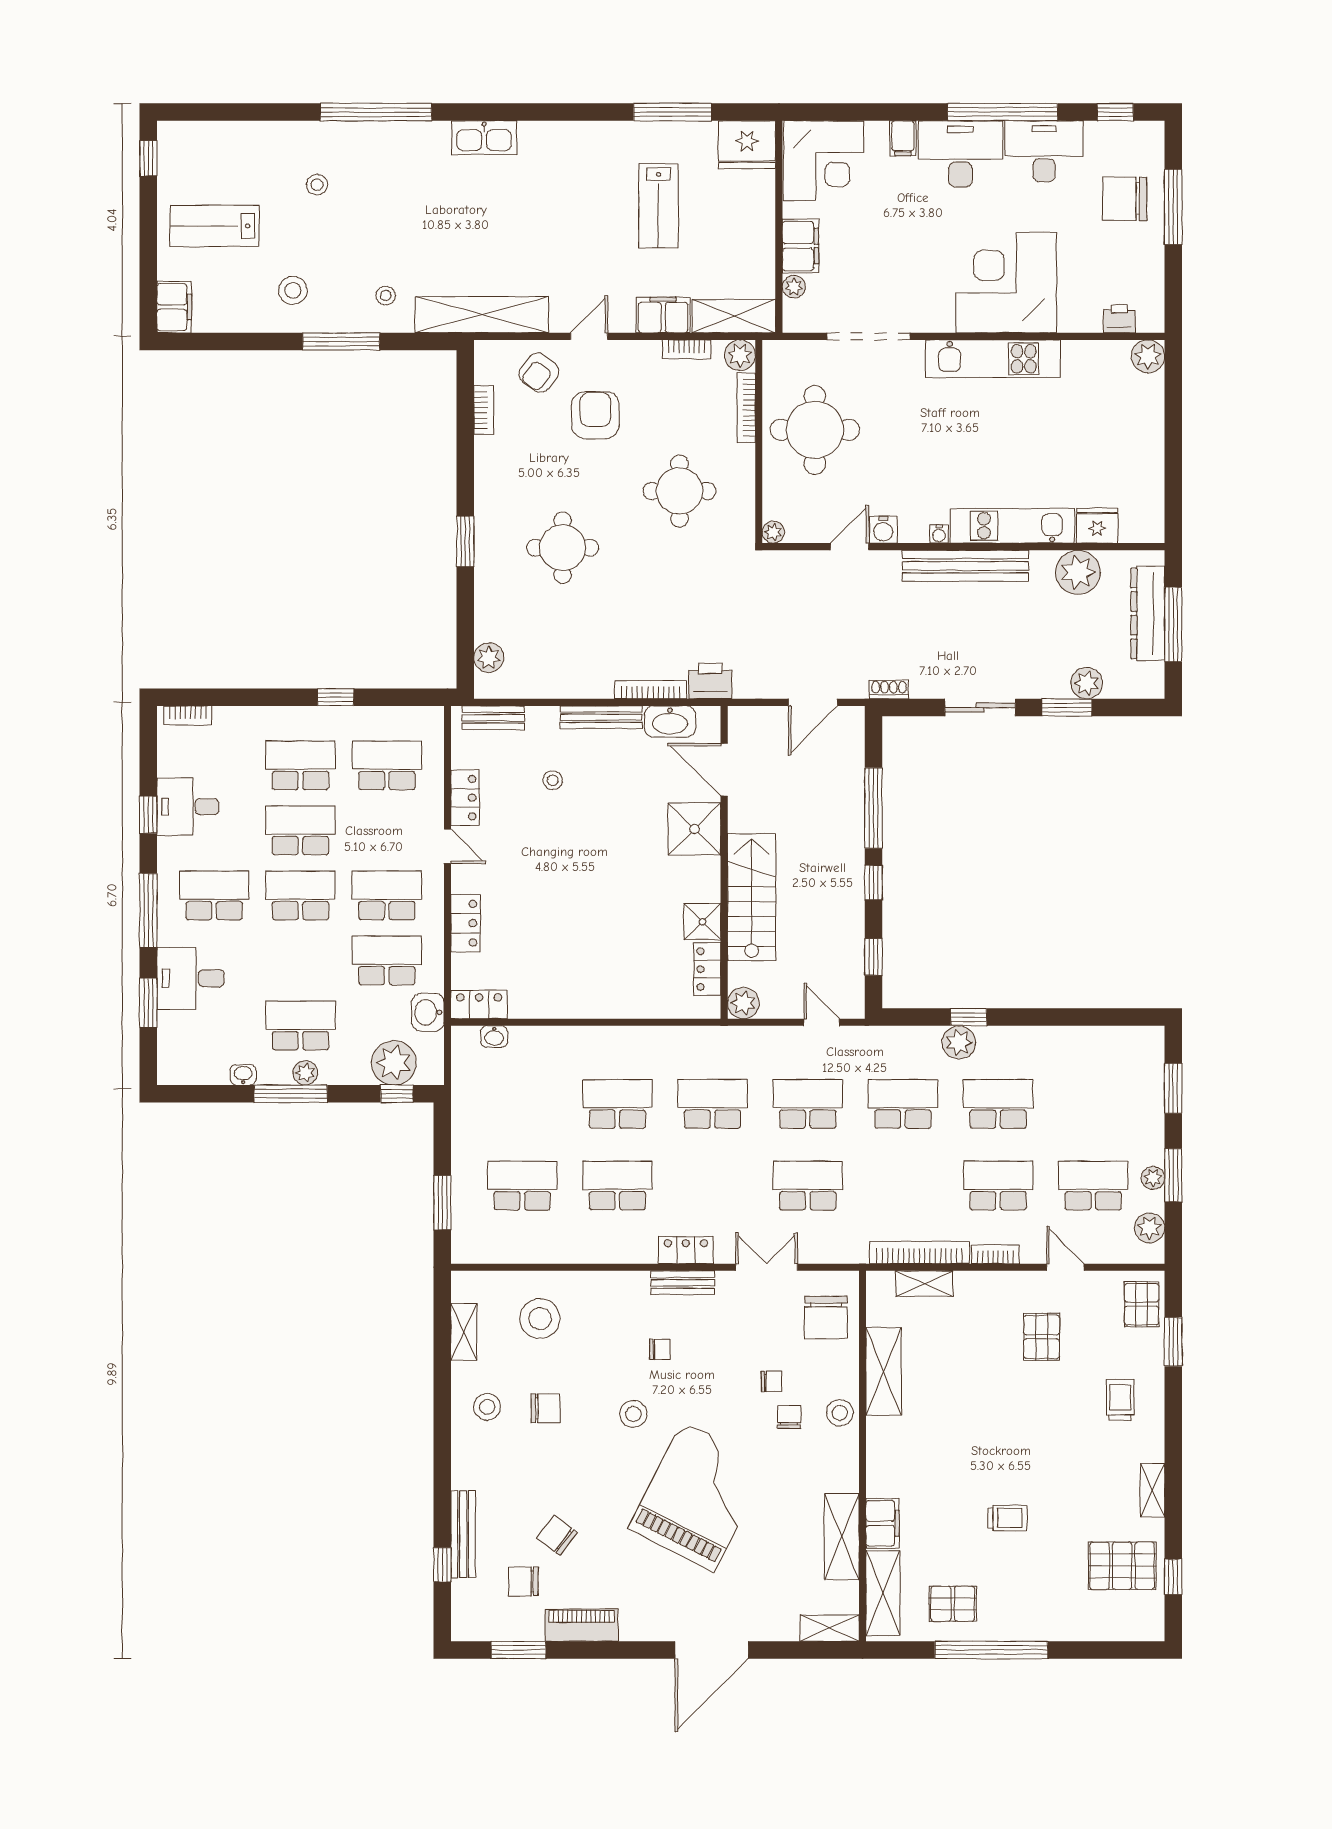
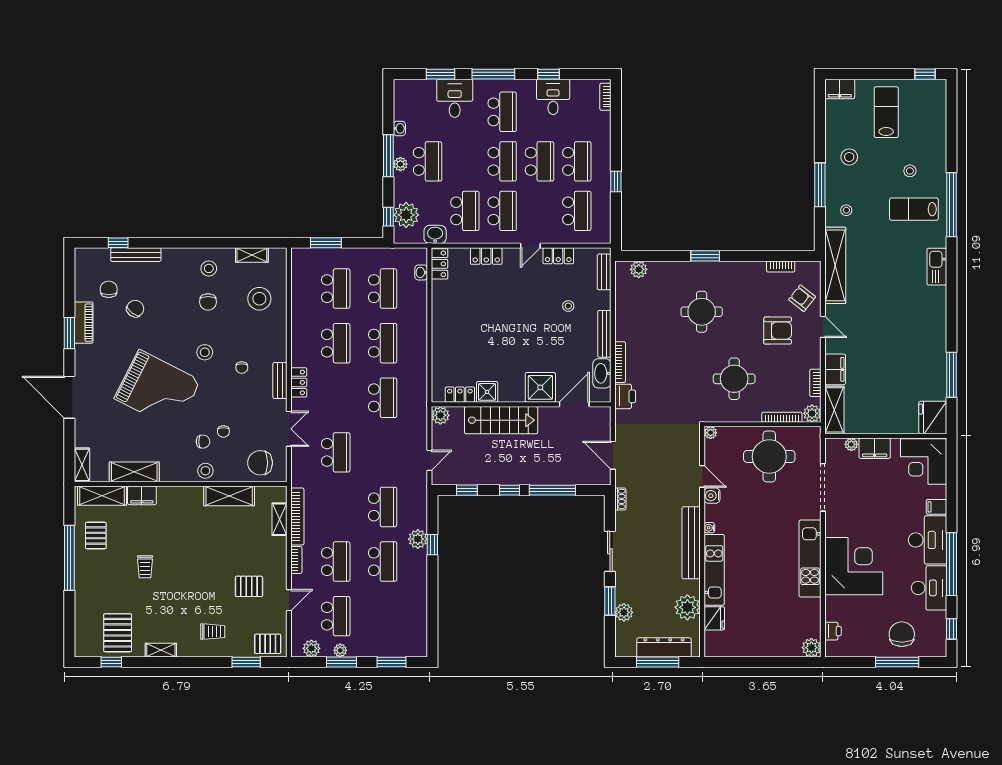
lab bench: (658, 206) -> (914, 209), moved
school desk: (808, 1104) -> (383, 289), moved
window: (519, 1650) -> (69, 333), moved

